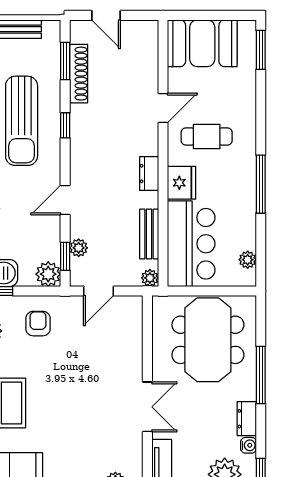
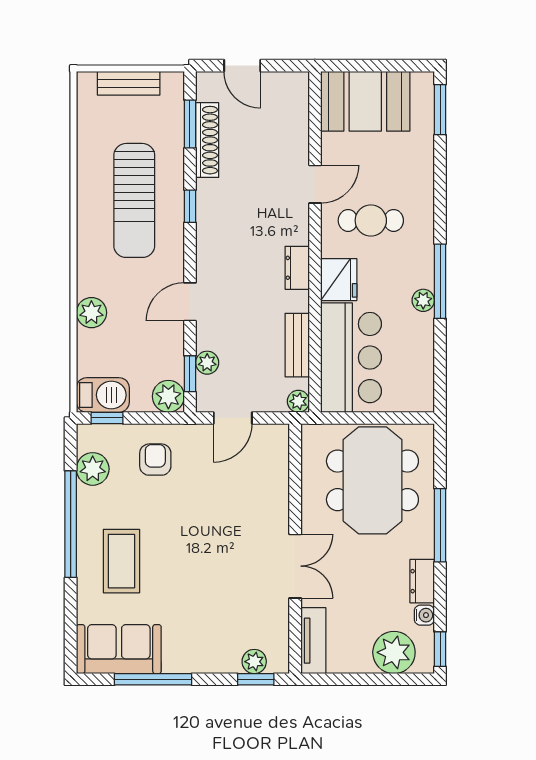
plant: (248, 260) -> (423, 300), moved

